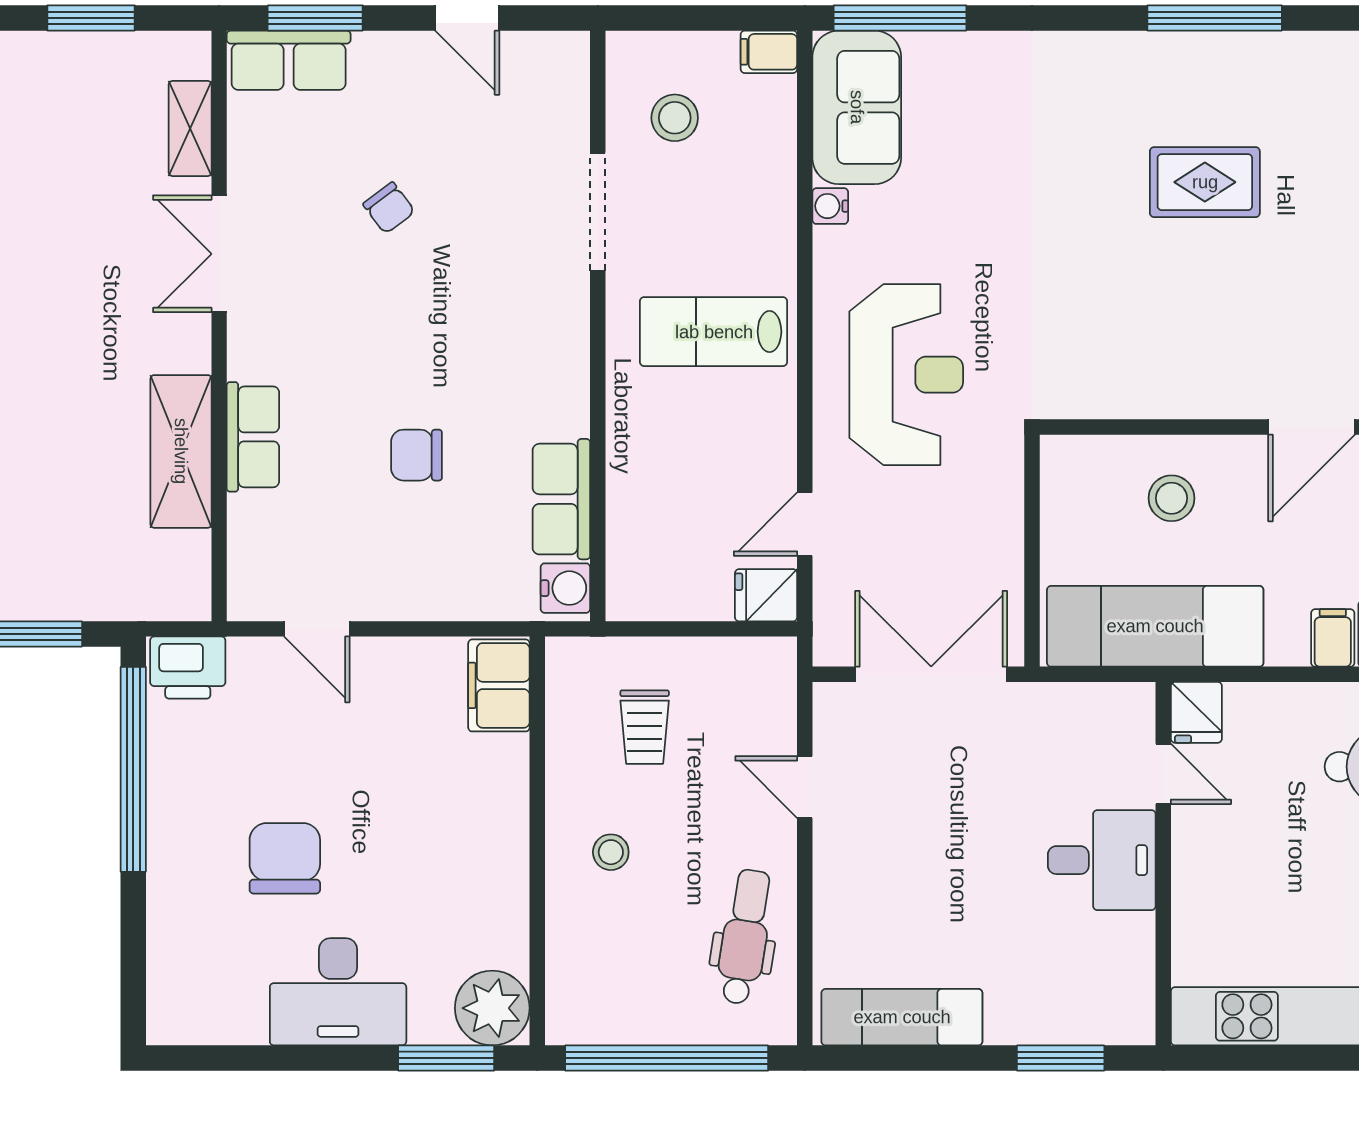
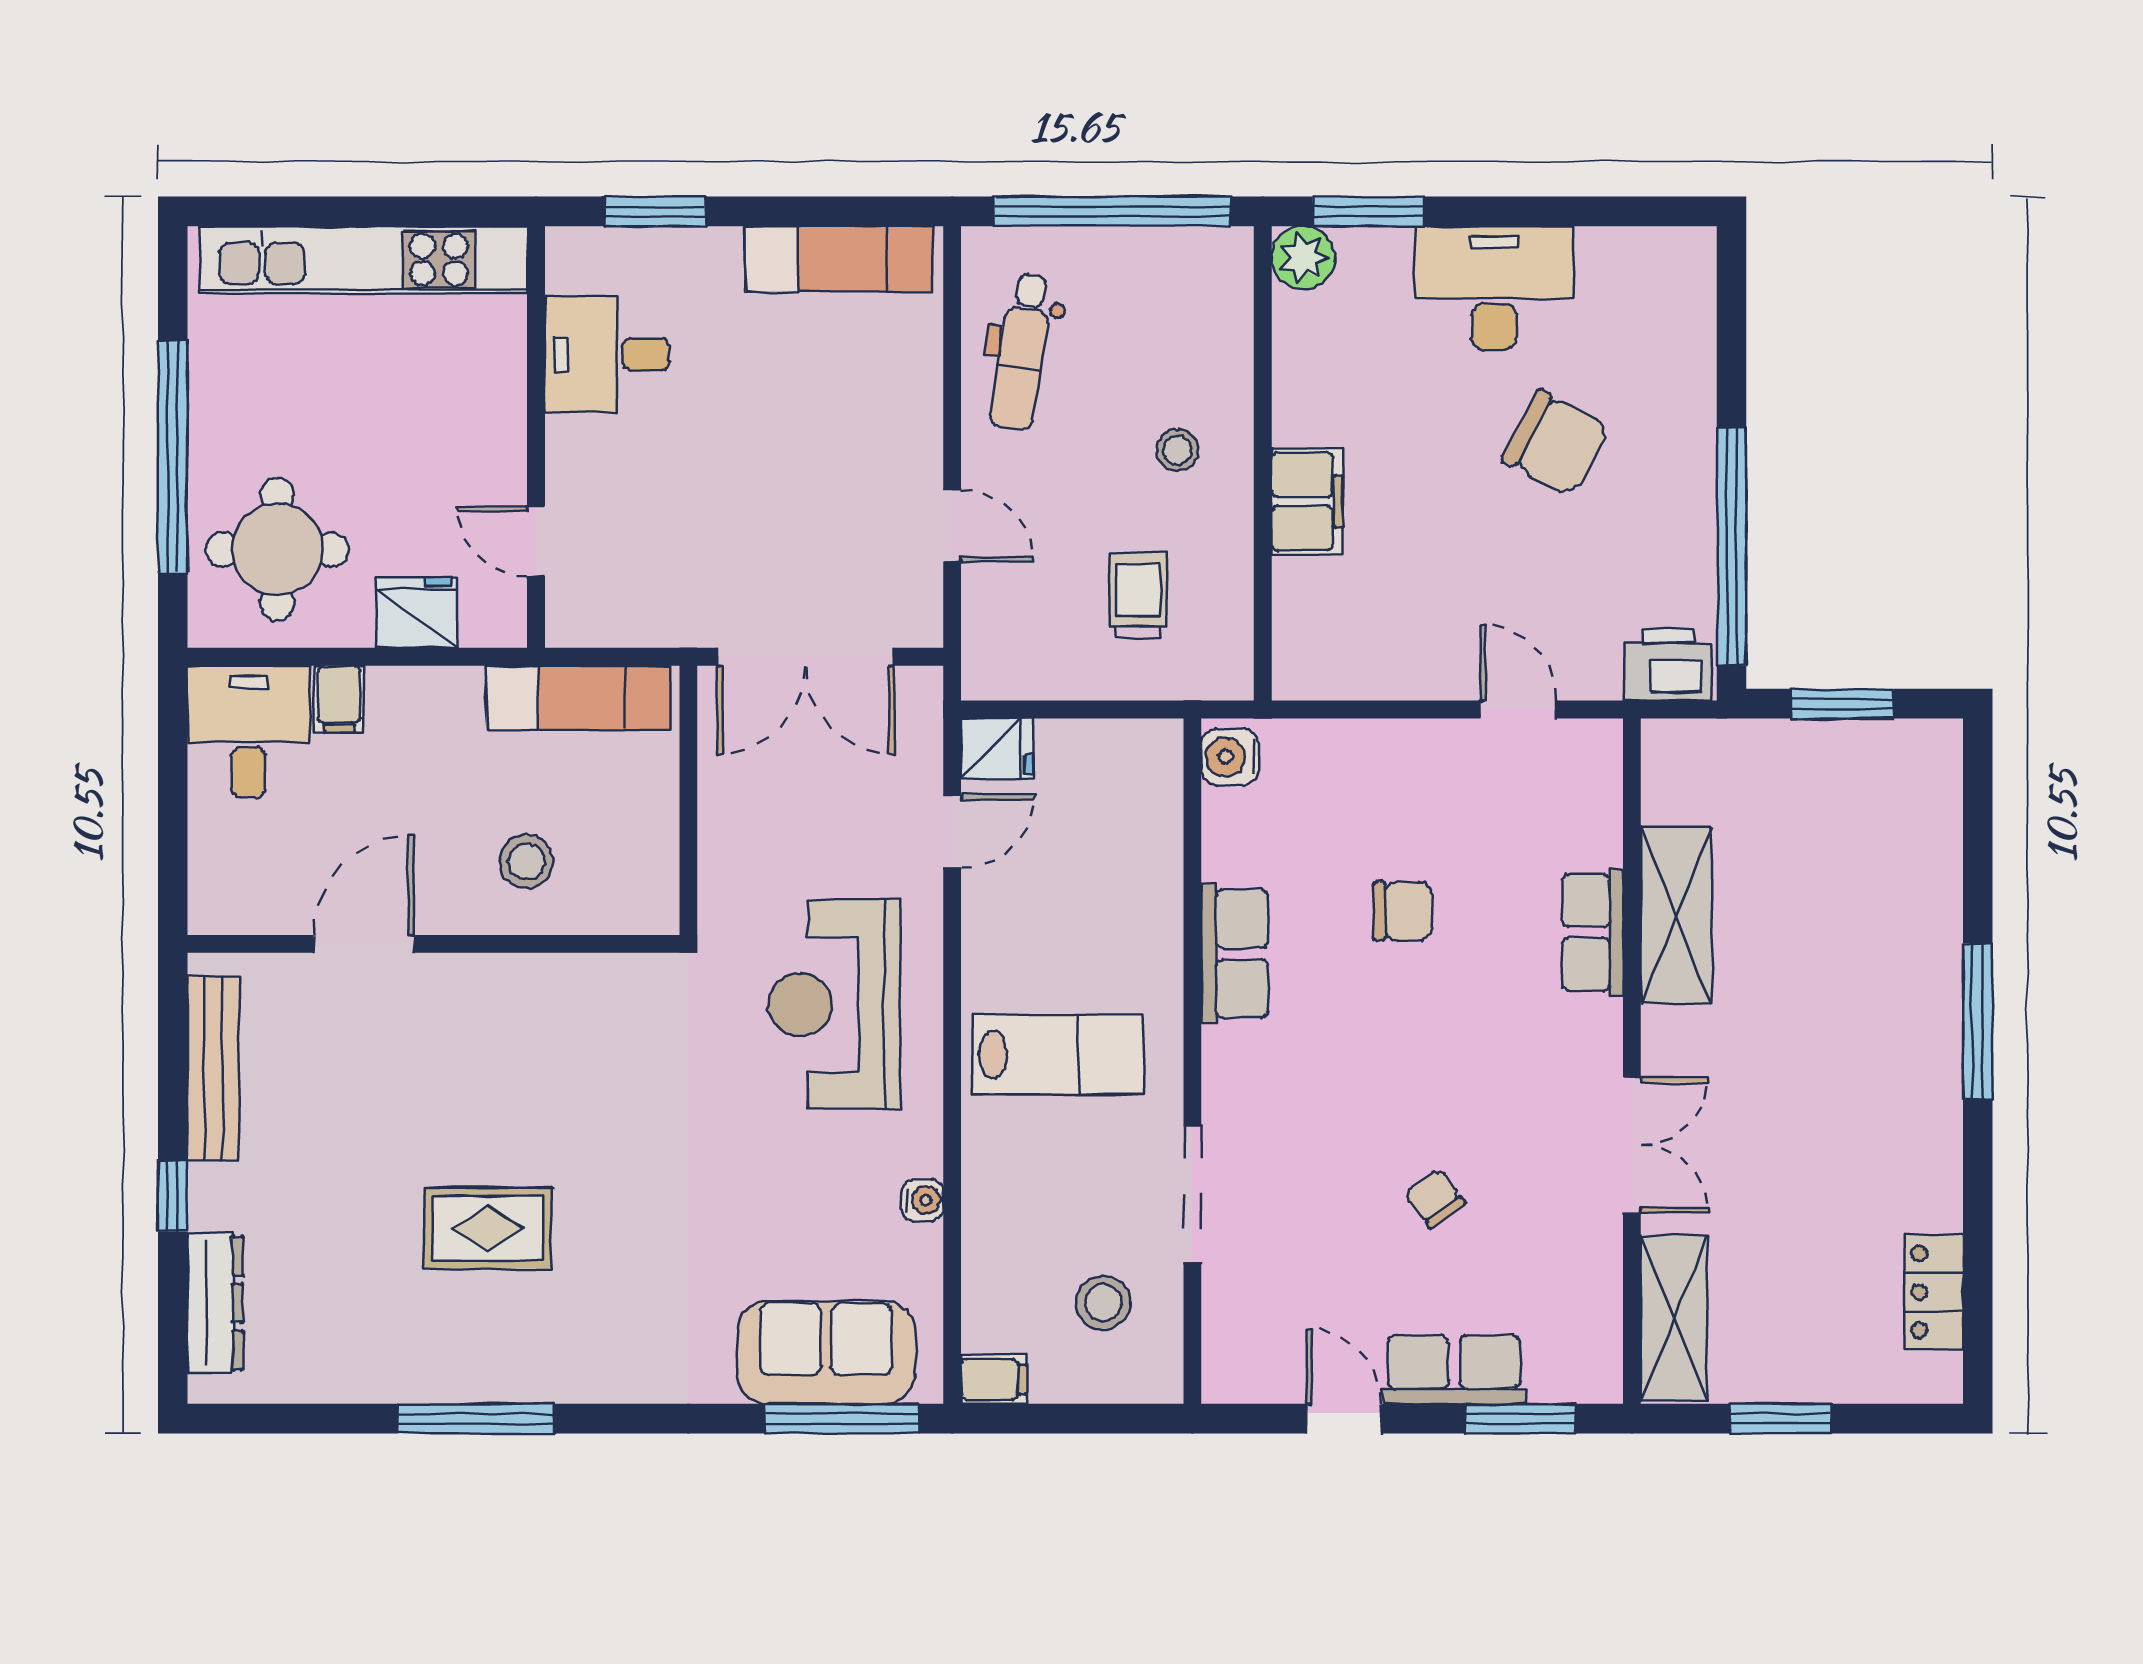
row of seats: (289, 60) -> (1454, 1370), moved
sofa: (857, 107) -> (826, 1352), moved, turned 90
shelving: (190, 129) -> (1674, 1318), width x1.50, depth x1.33
row of seats: (561, 499) -> (1235, 954), moved
exam couch: (1155, 626) -> (579, 698), width x0.73, depth x0.69
filing cabinet: (499, 685) -> (1307, 502), moved
fridge: (1196, 712) -> (417, 613), moved, width x1.38
chair: (285, 858) -> (1556, 443), turned -62
desk: (1102, 860) -> (607, 354), moved
plant: (492, 1008) -> (1303, 258), width x0.73, depth x0.73

